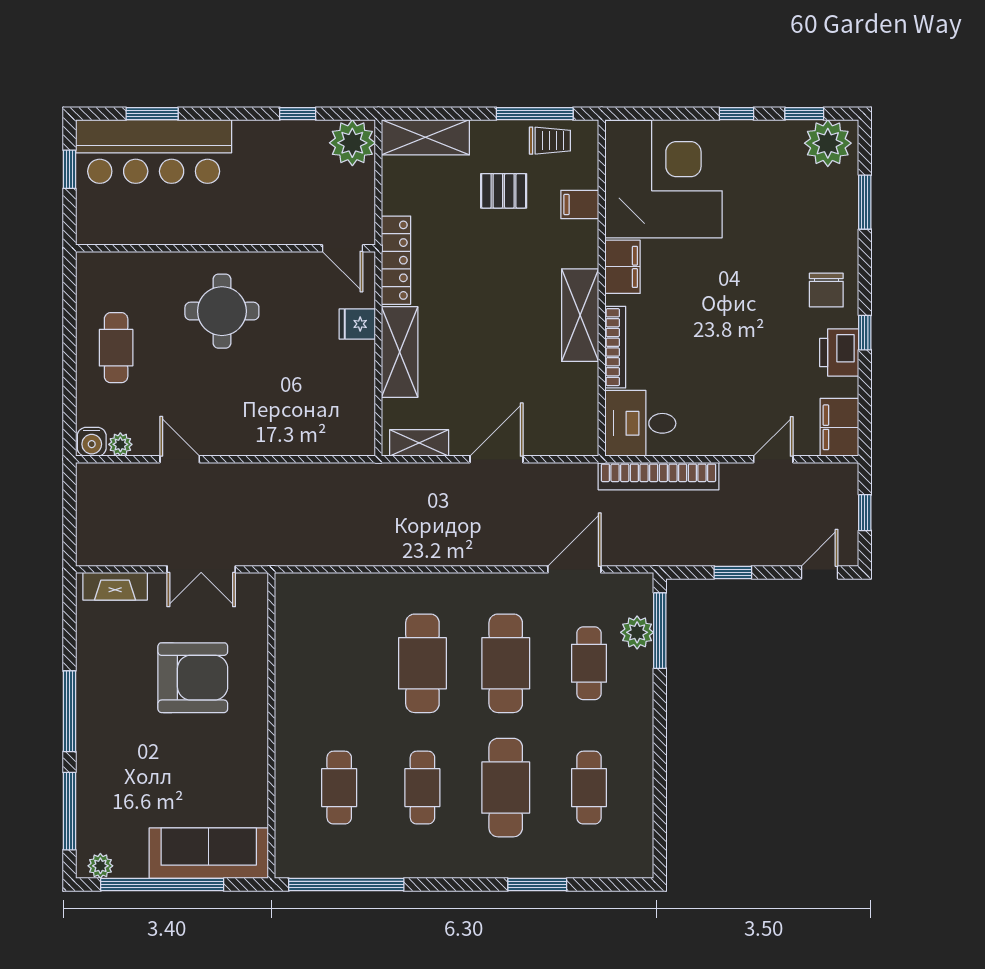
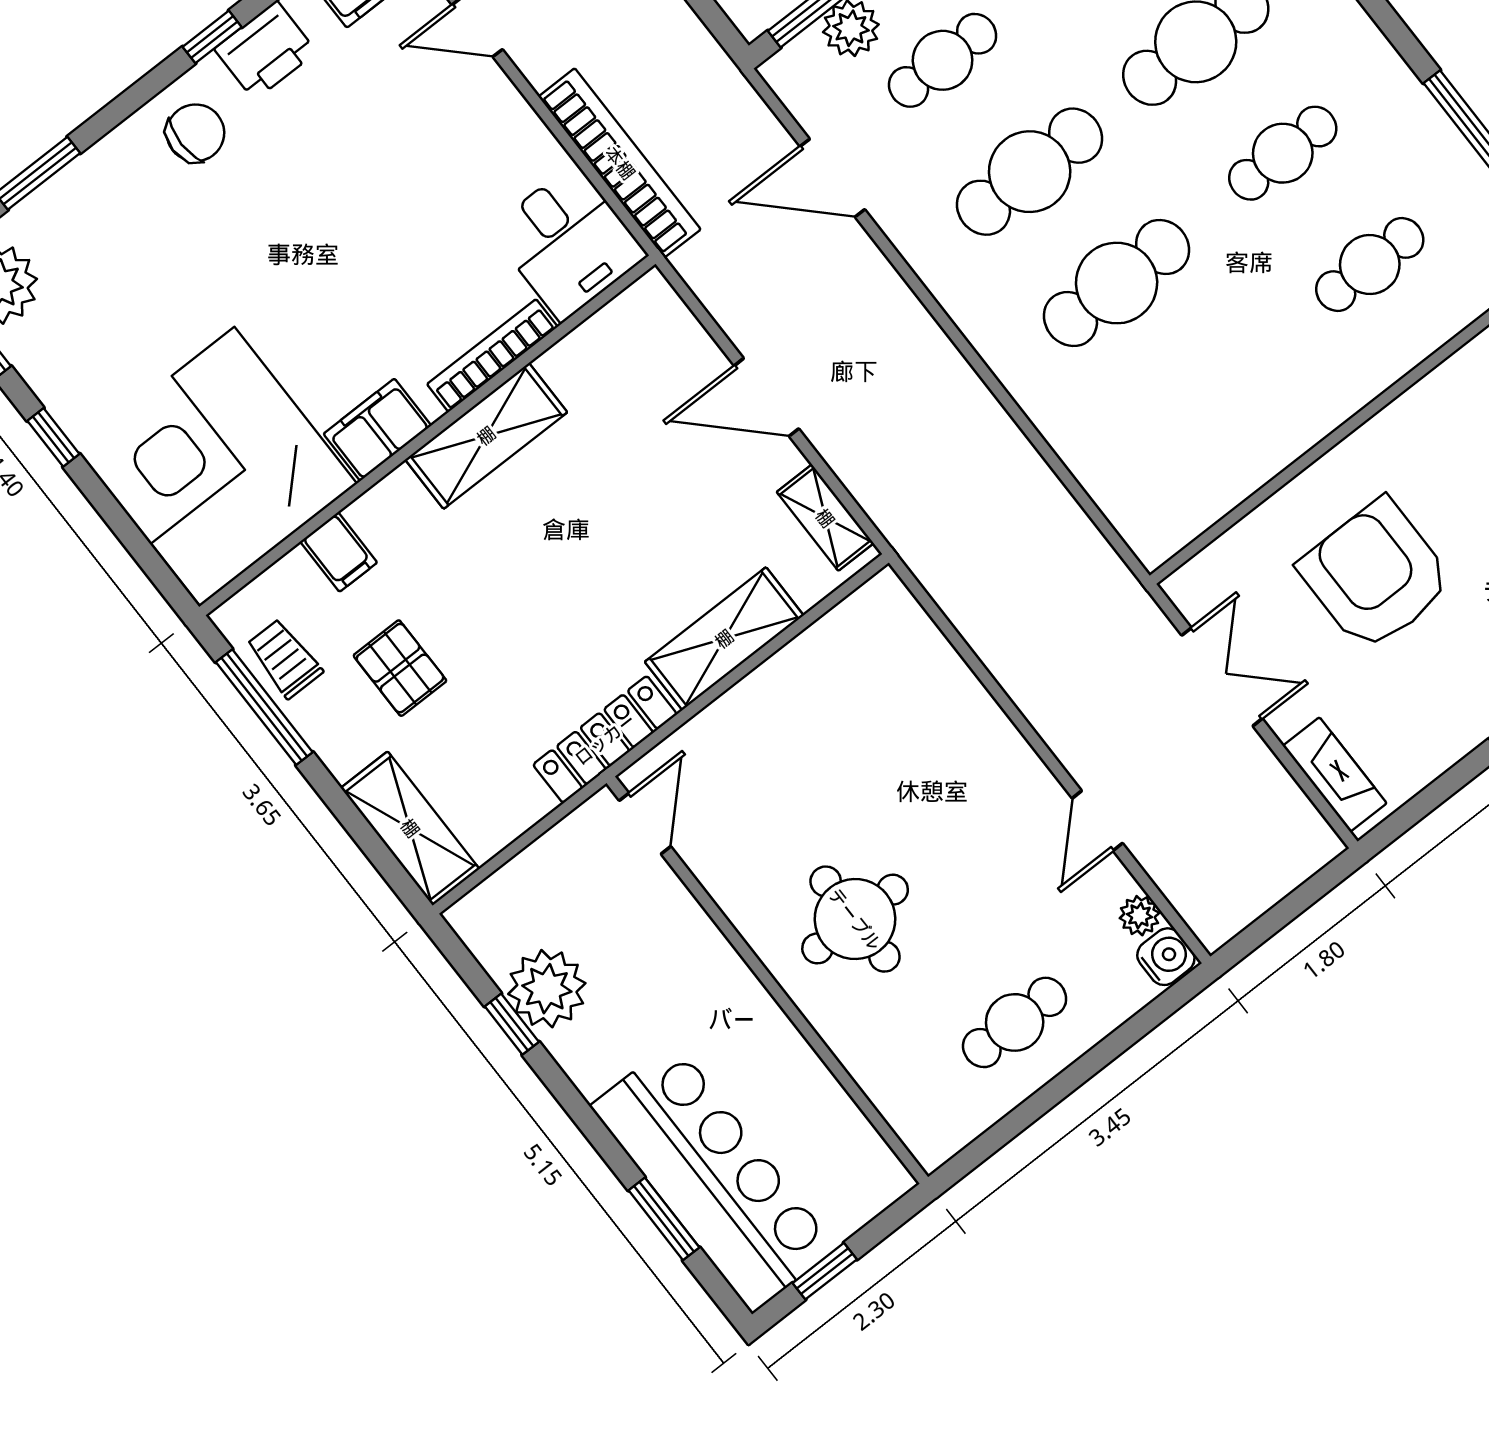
plant: (352, 143) -> (547, 989), moved
fridge: (357, 324) -> (731, 725), removed

